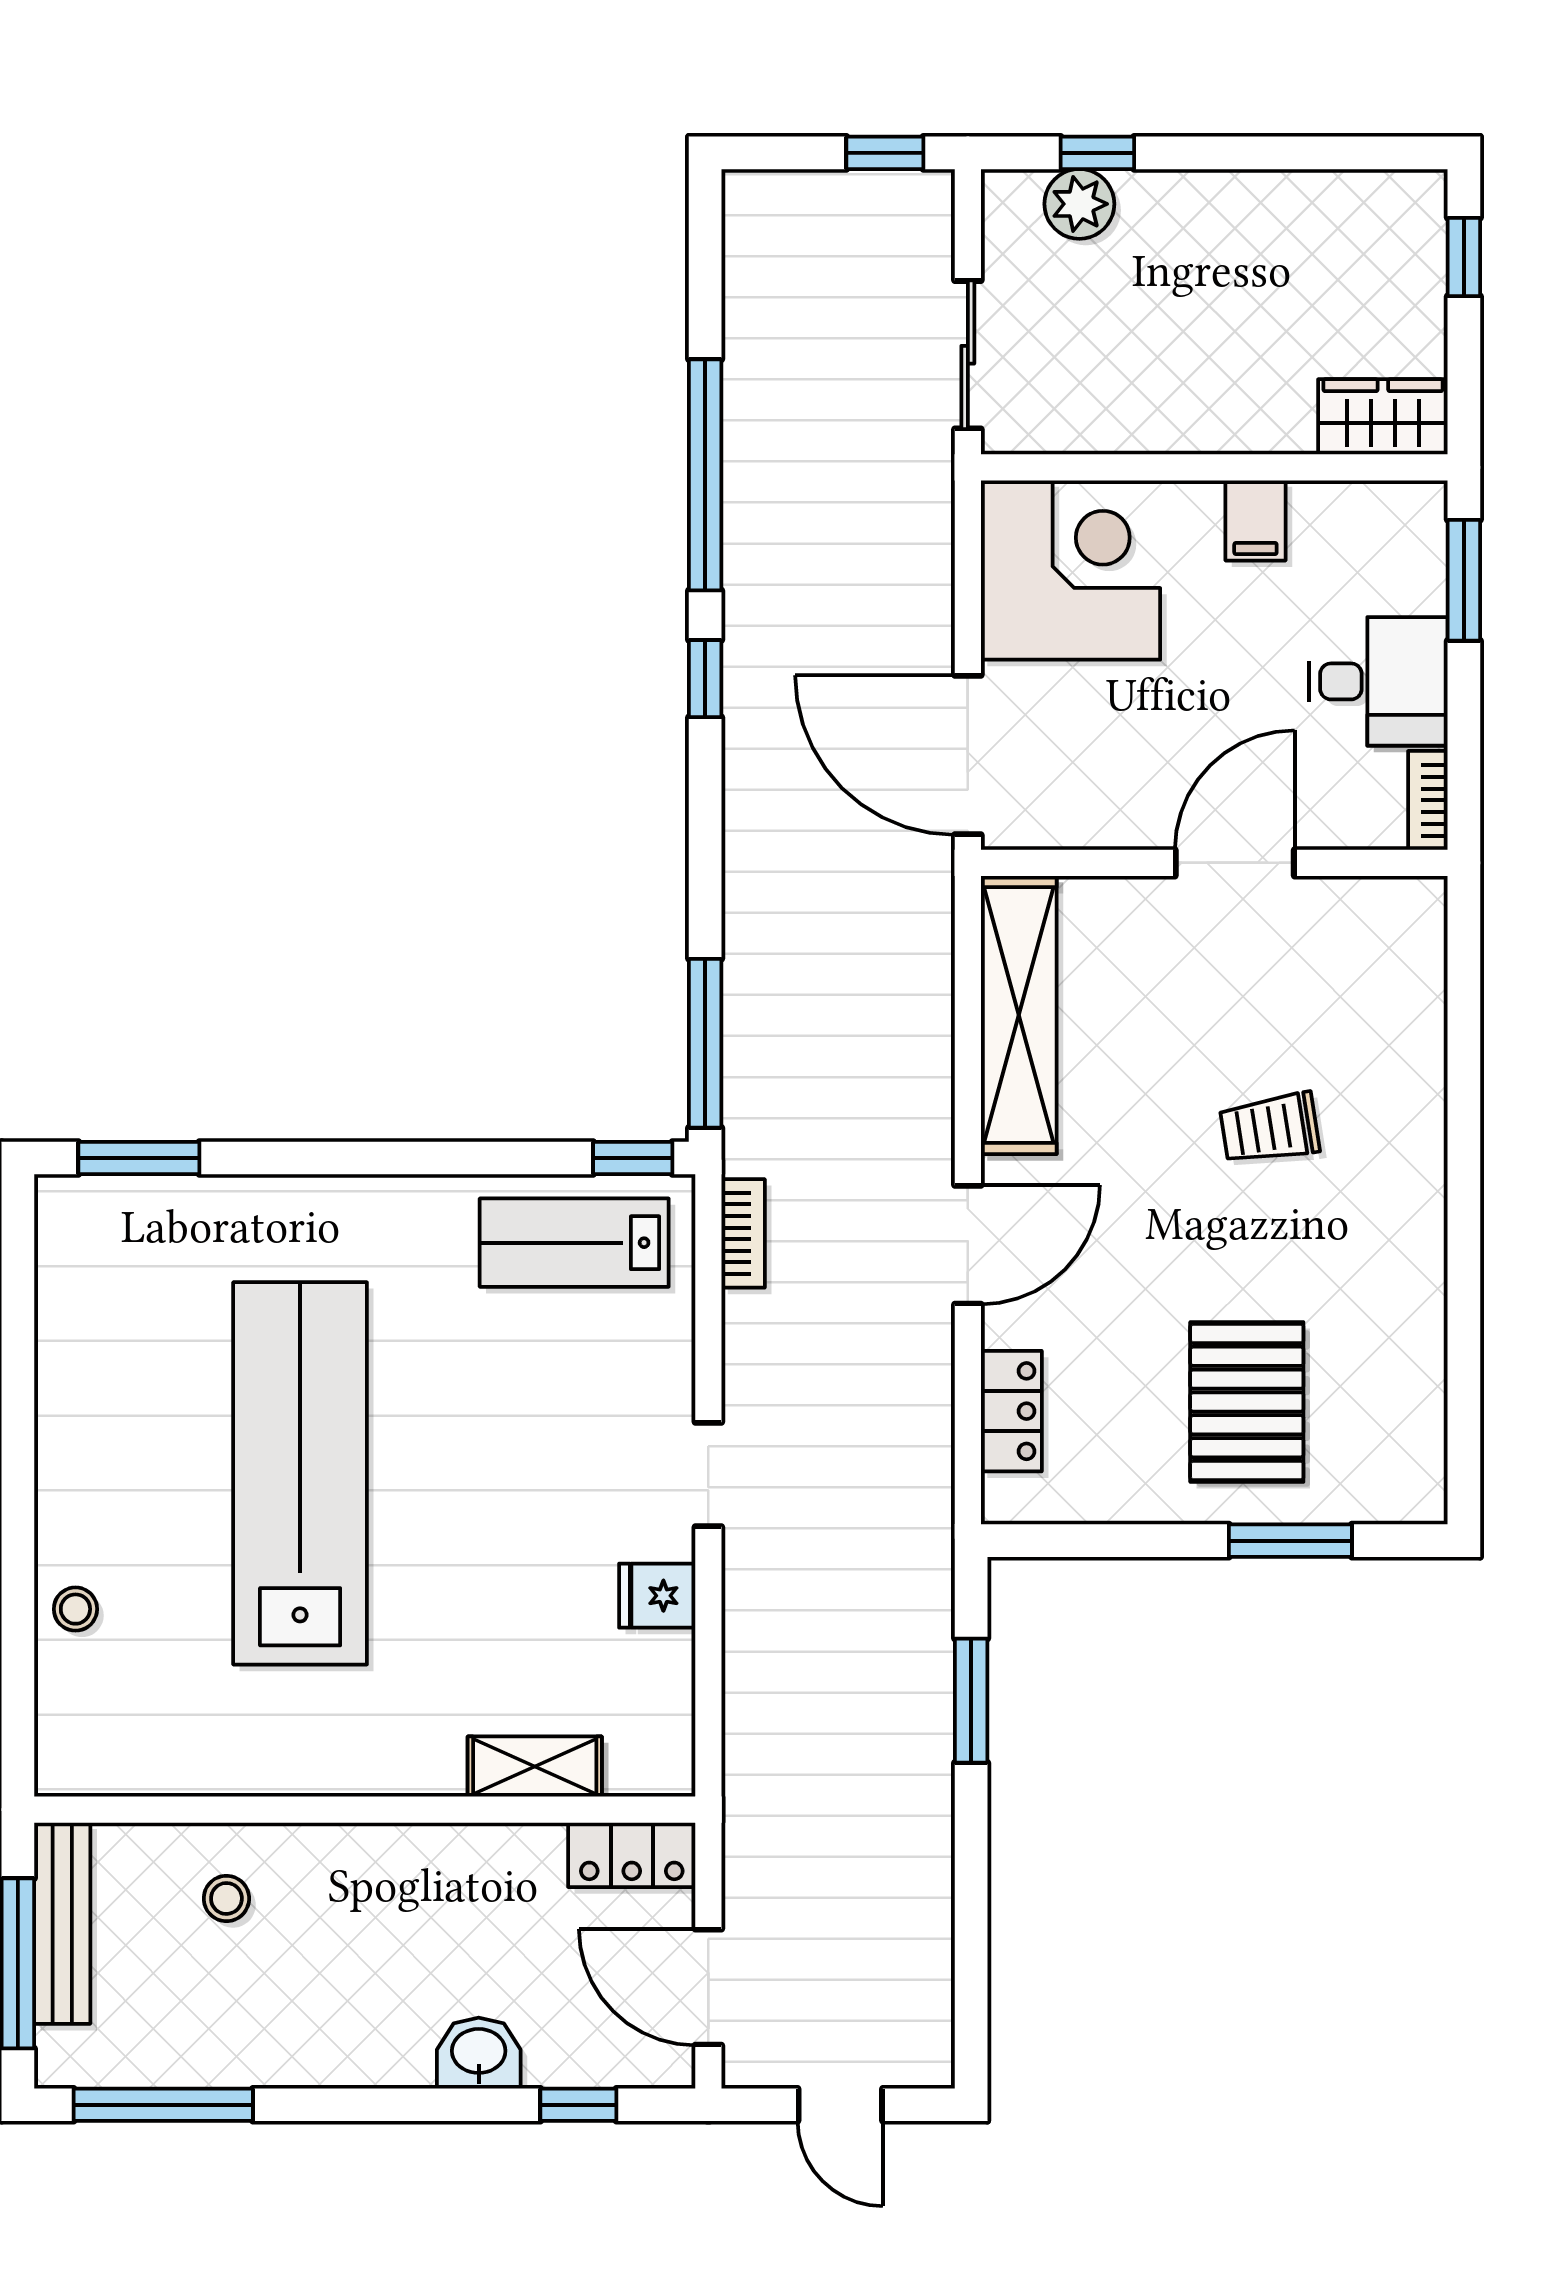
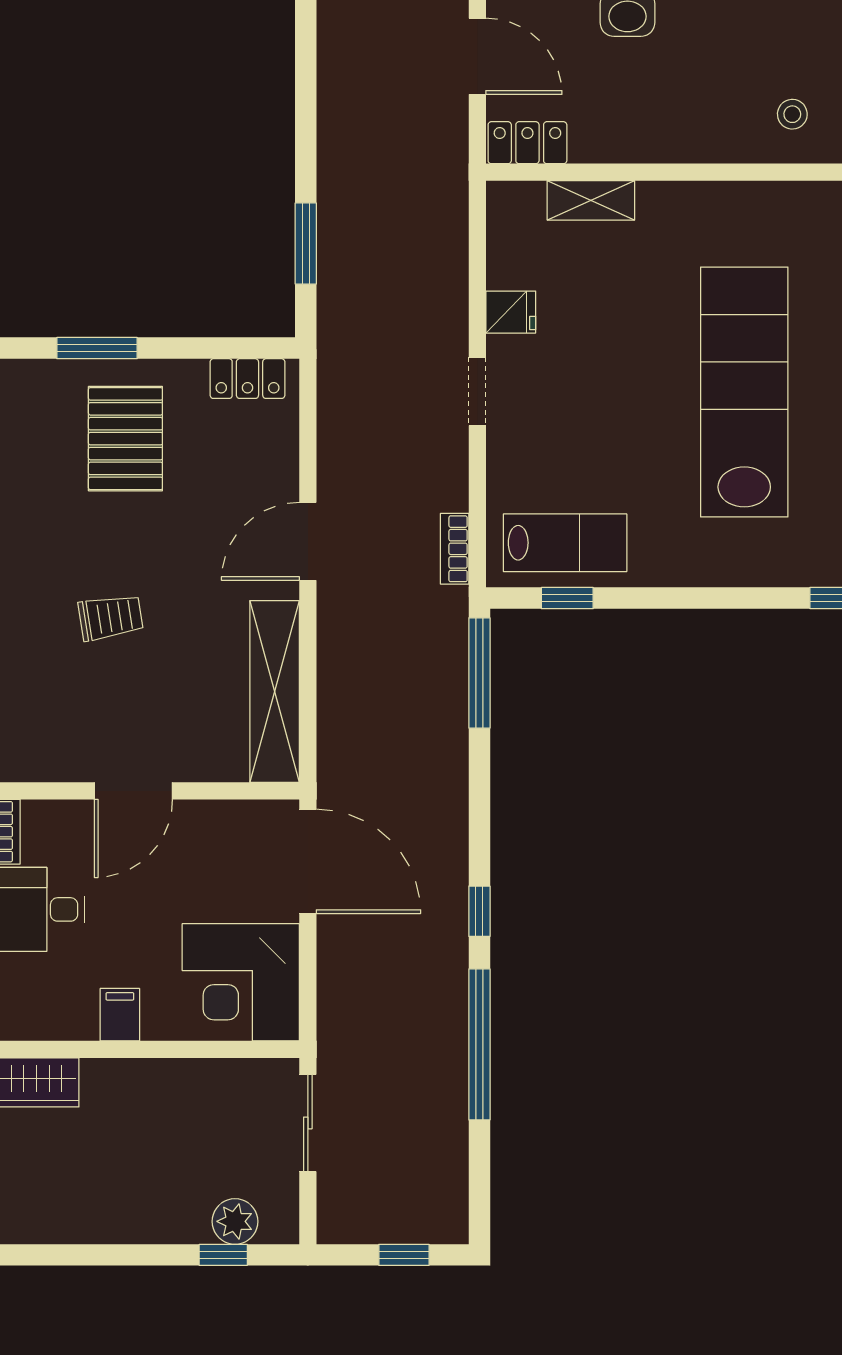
window: (885, 153) -> (404, 1255), moved
window: (633, 1158) -> (567, 598), moved
locker: (1011, 1411) -> (247, 379), moved, turned -90
lab bench: (300, 1473) -> (744, 392), turned 180

